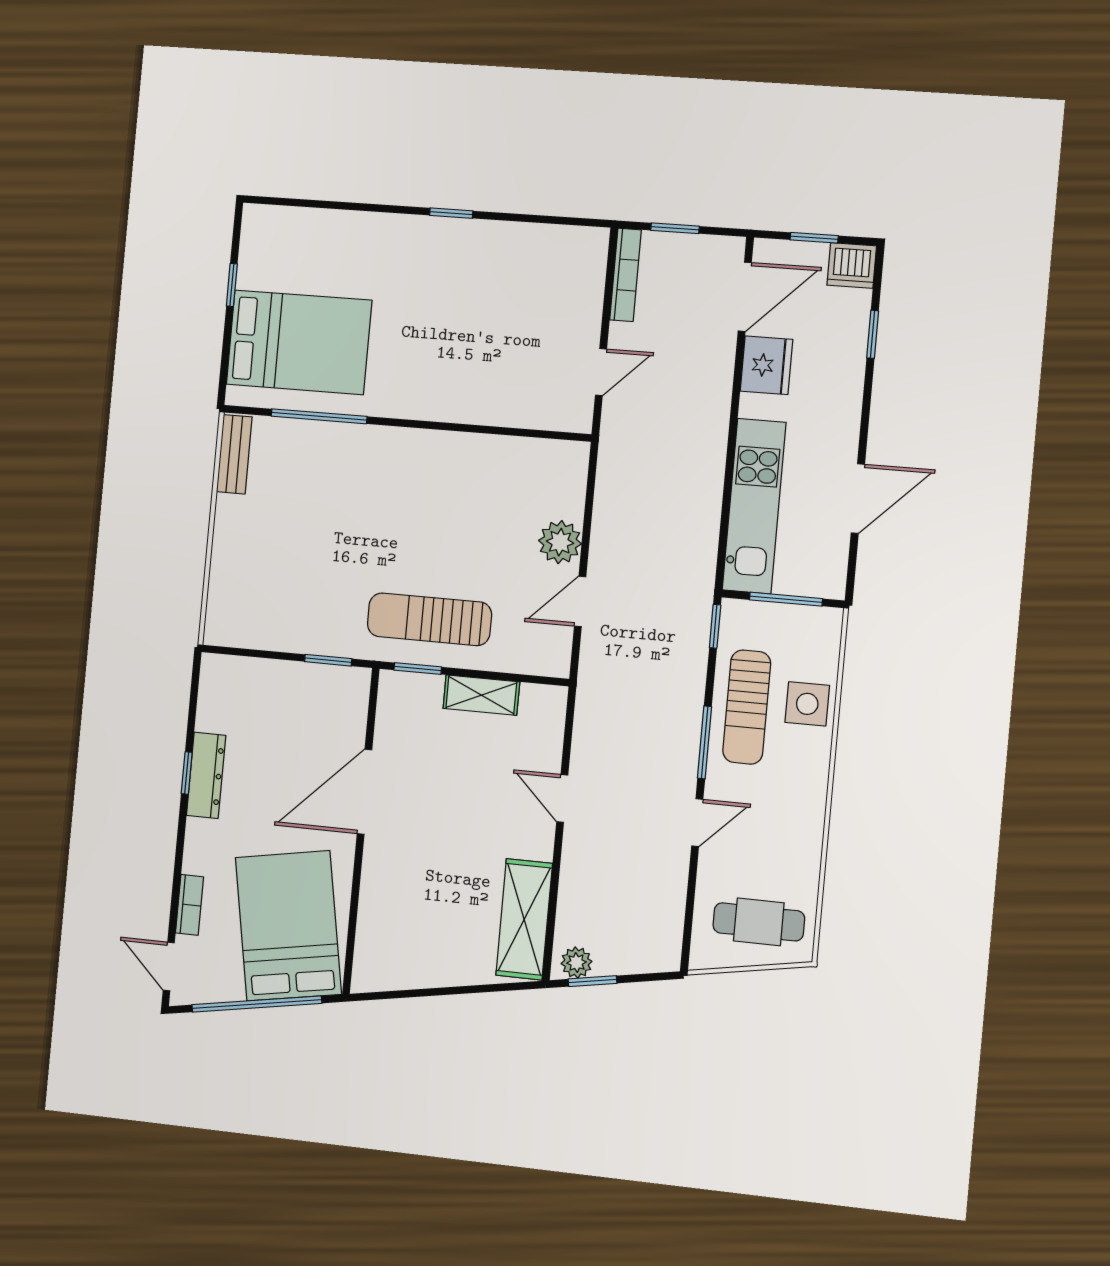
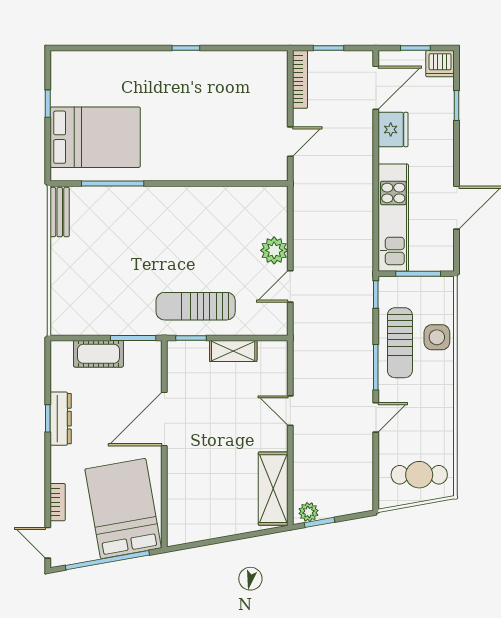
window: (328, 660) -> (133, 338), width x1.50
cot: (273, 680) -> (98, 354), added

